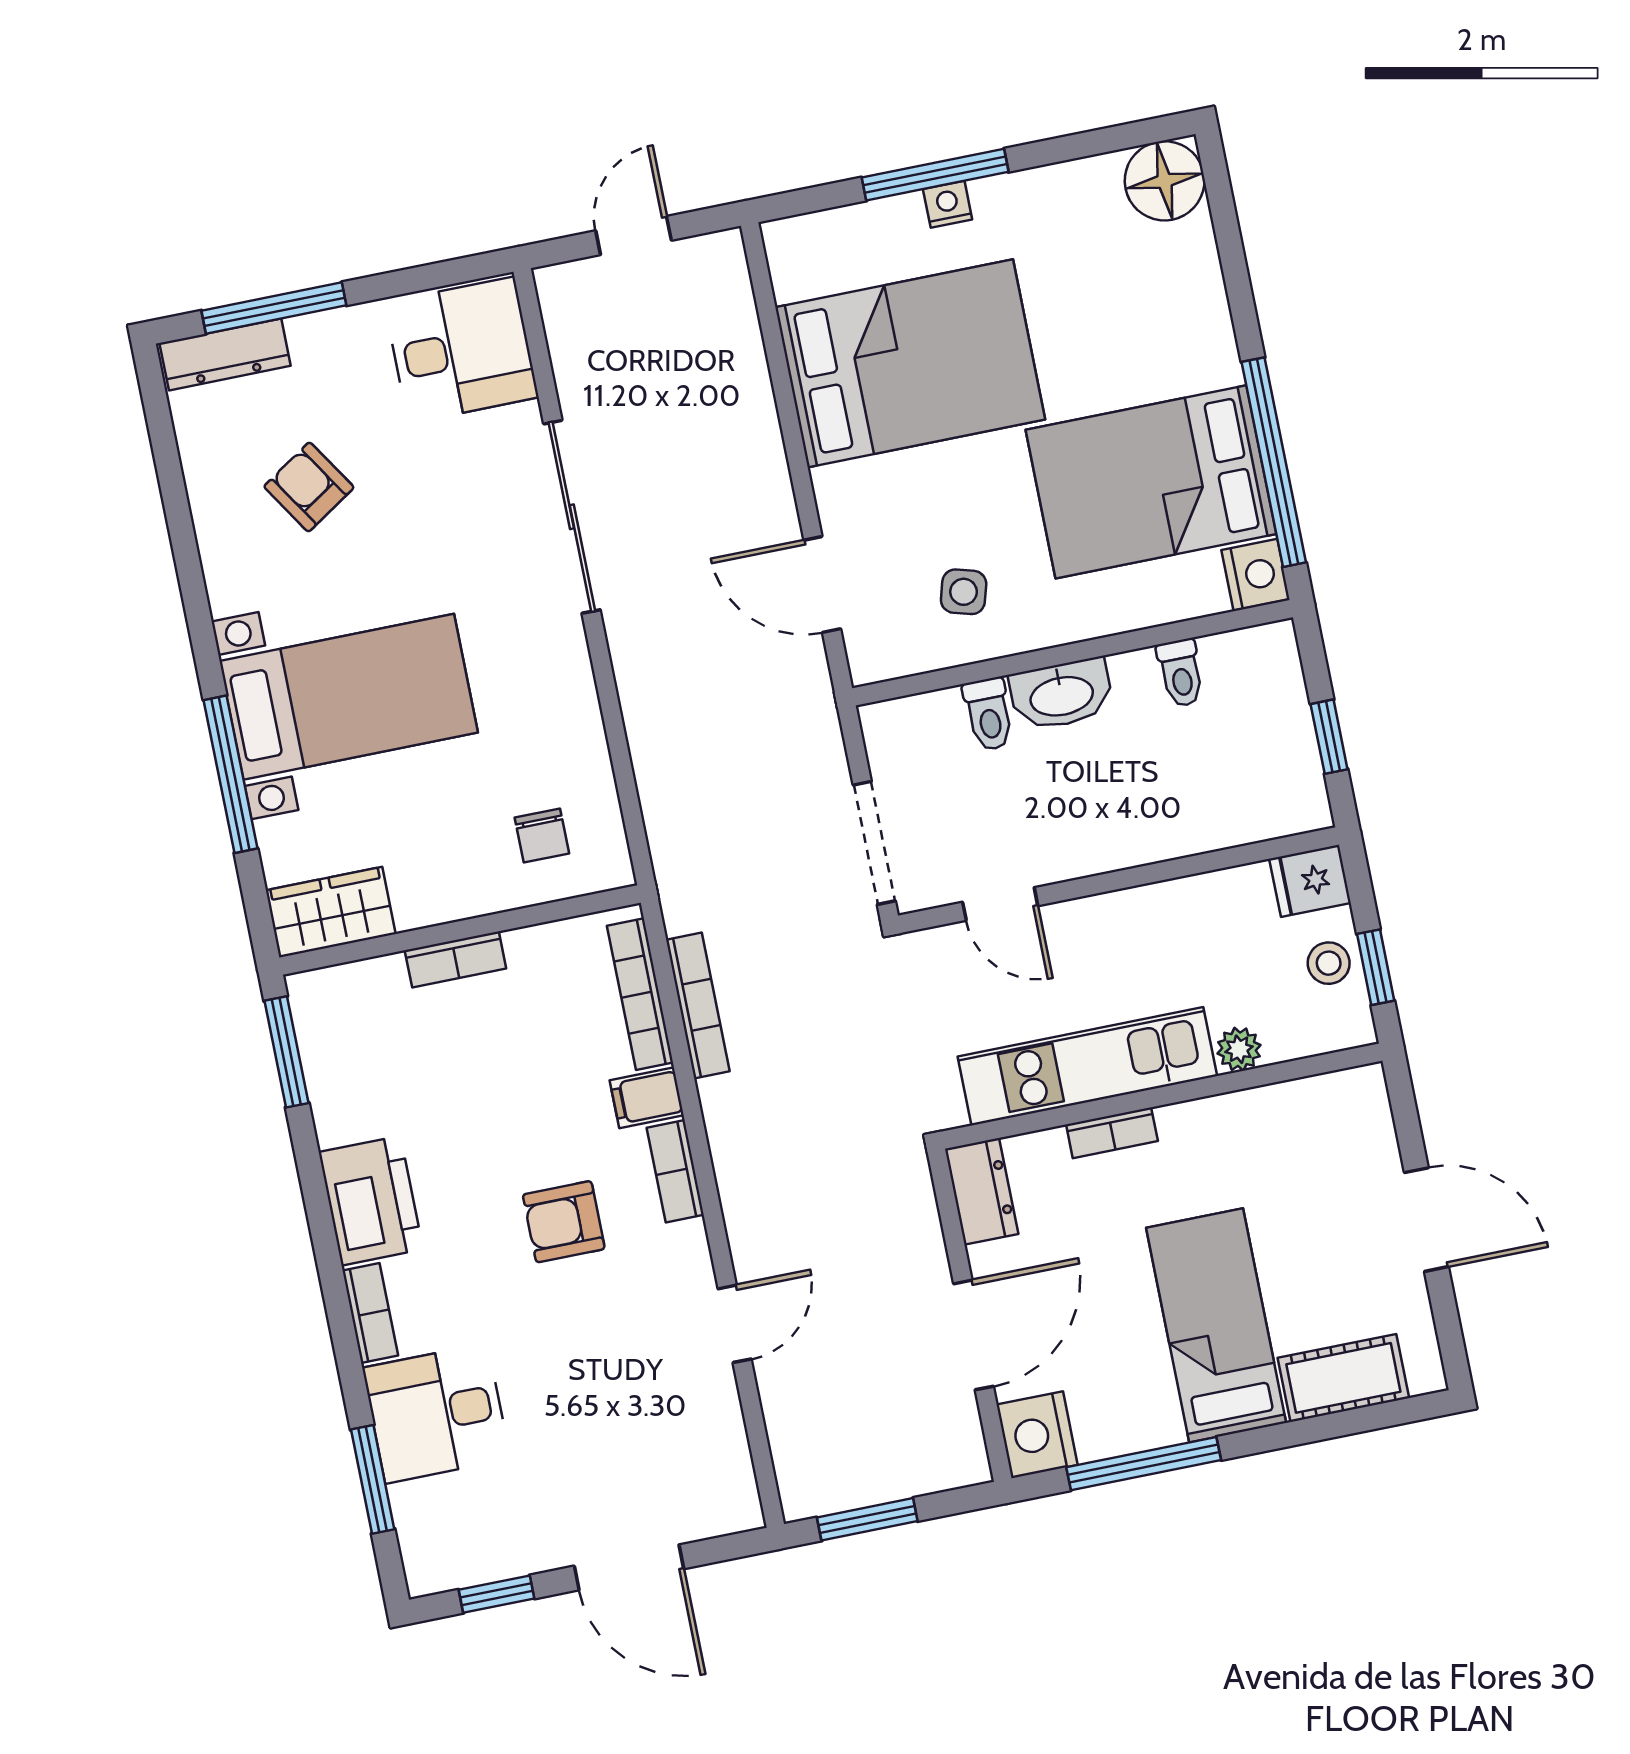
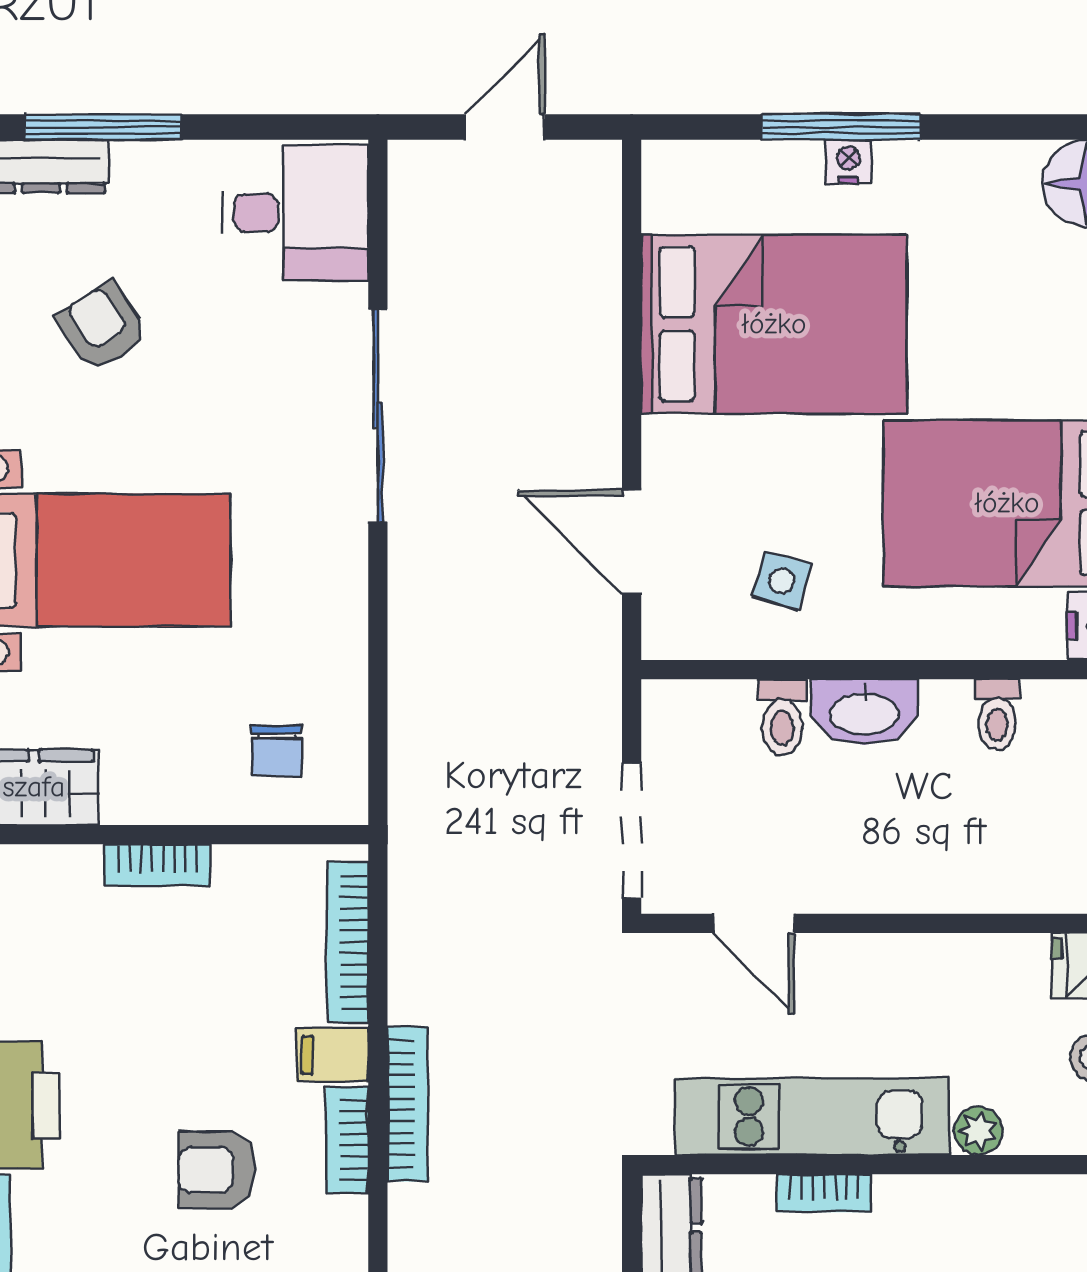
bookcase: (698, 1005) -> (407, 1104), moved

